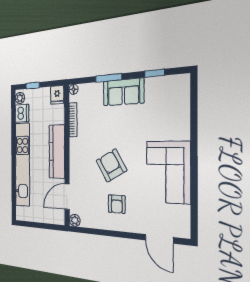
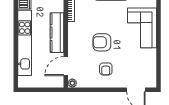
armchair: (111, 165) -> (102, 42), turned -60
corner sofa: (168, 172) -> (142, 28), moved

